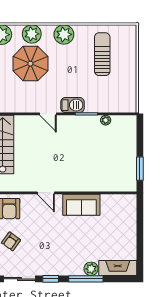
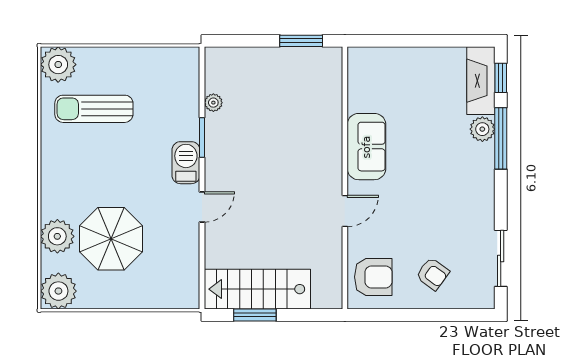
plant: (64, 34) -> (58, 65), moved
window: (51, 279) -> (501, 78), moved

